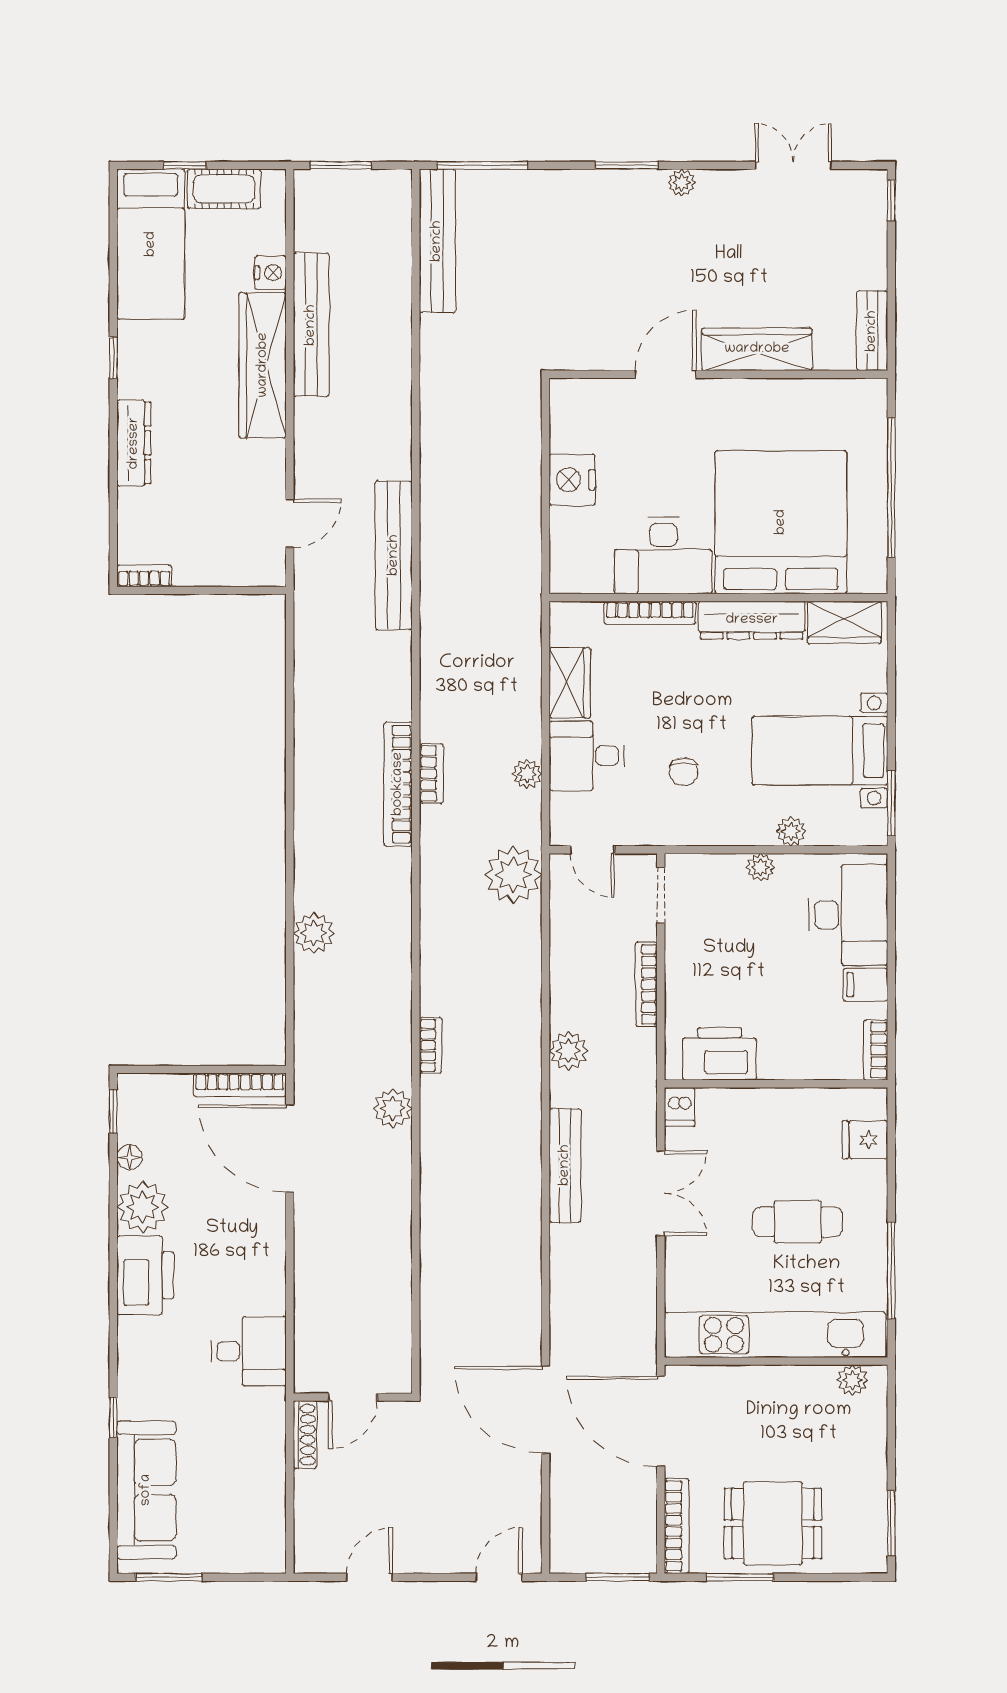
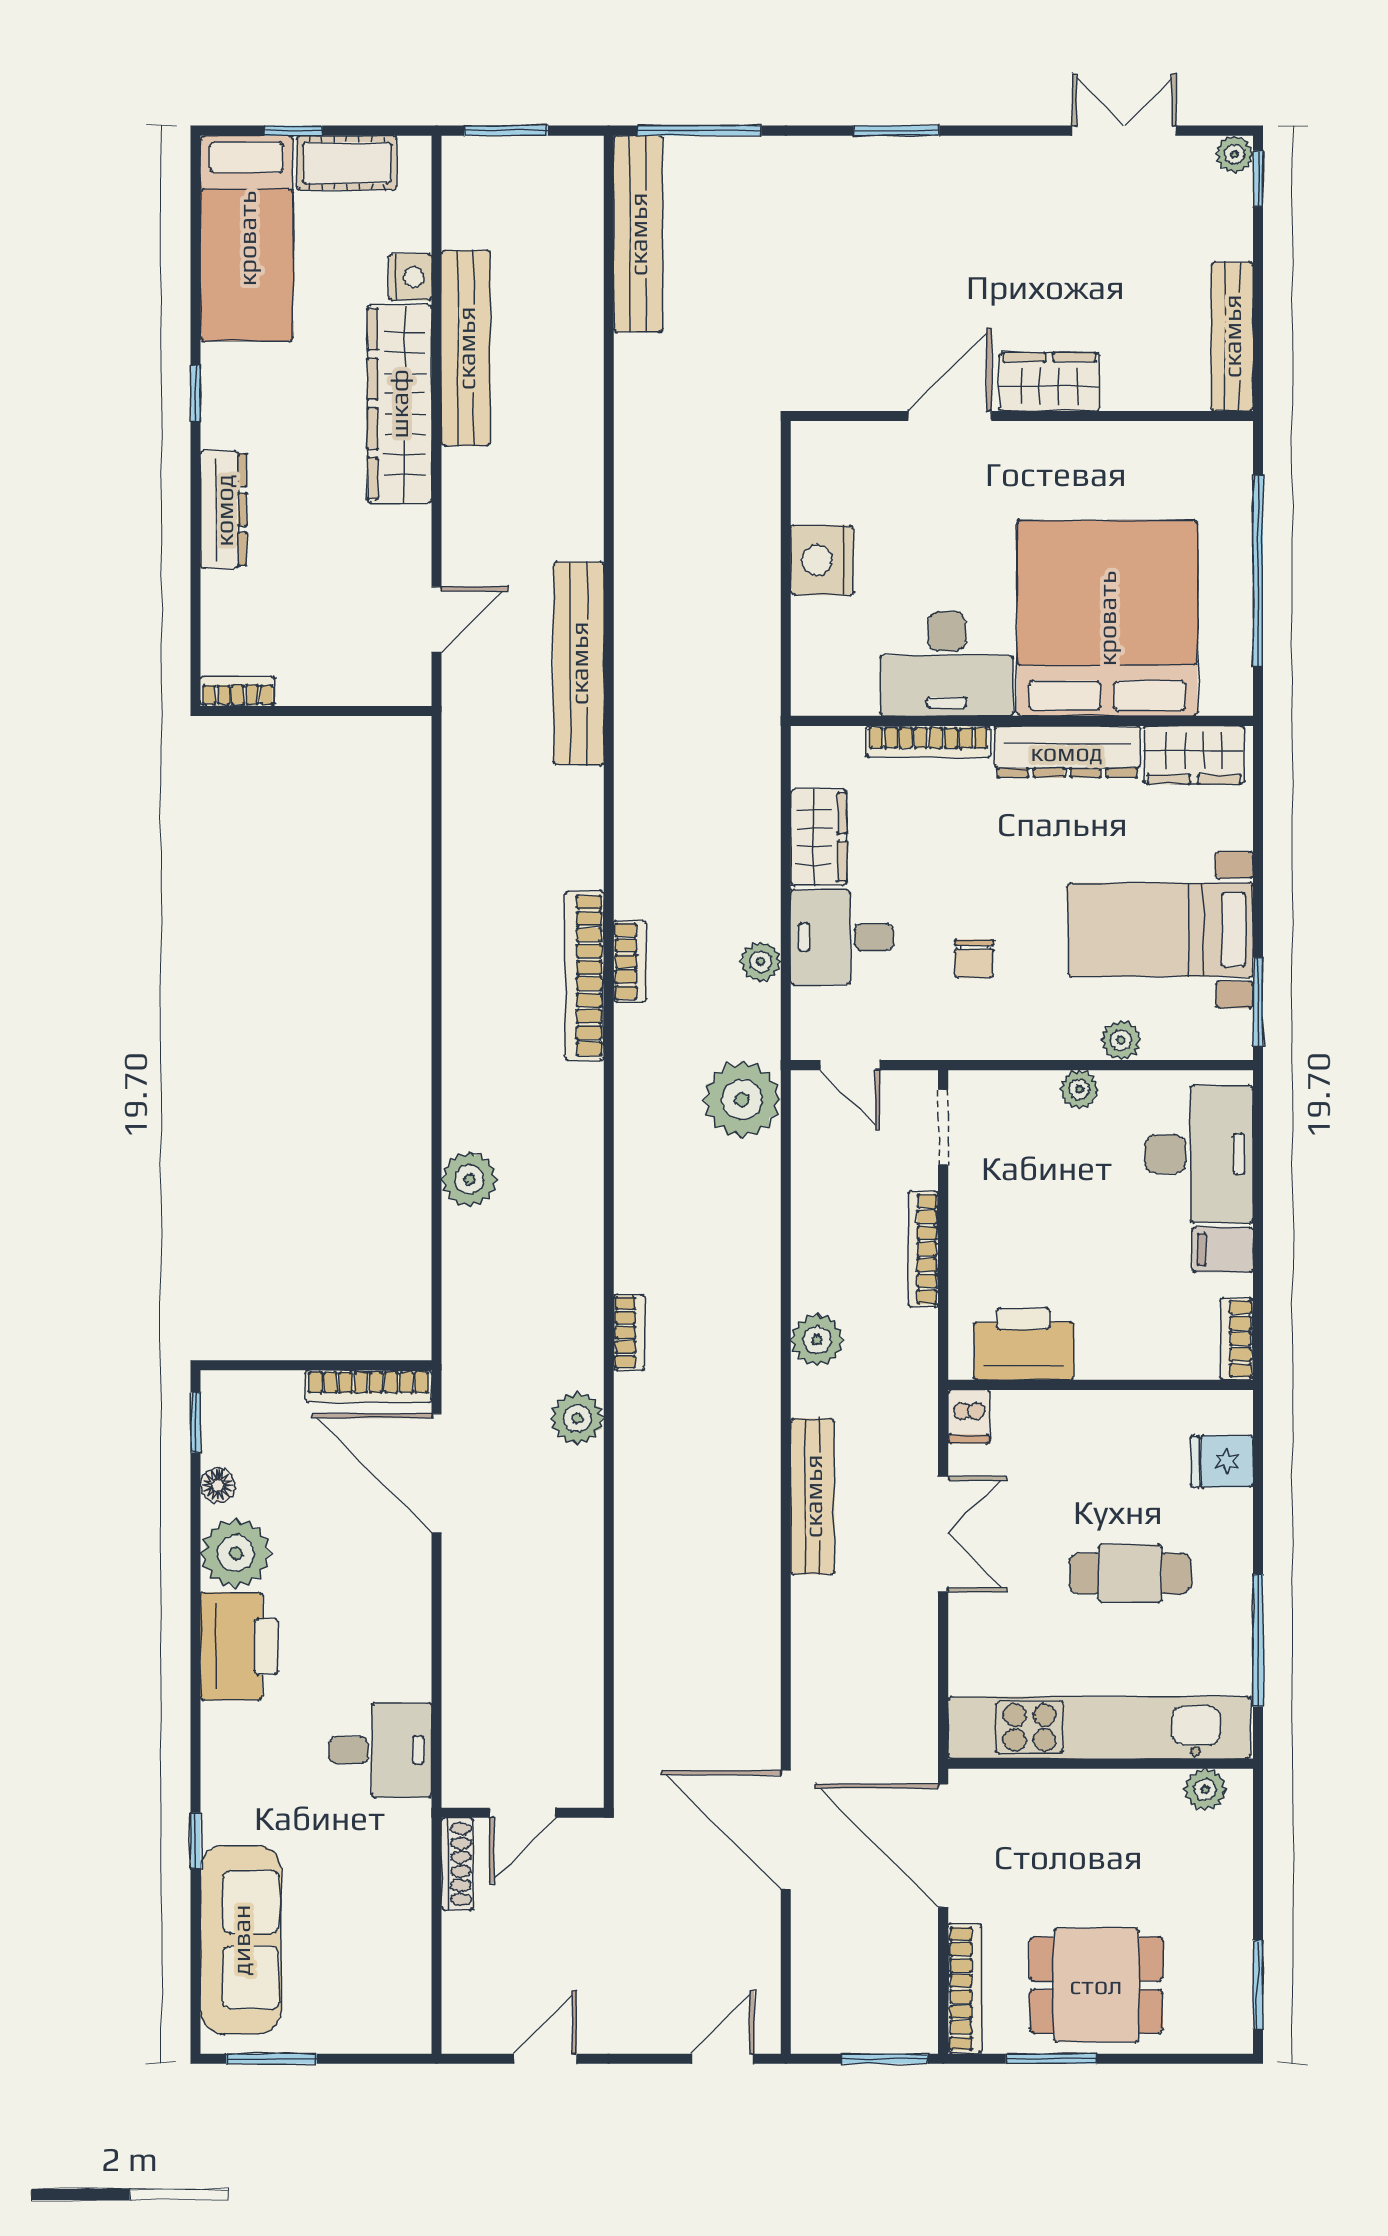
plant: (682, 183) -> (1234, 154), moved
bench: (872, 331) -> (1232, 336), width x1.36
wardrobe: (757, 349) -> (1049, 382), width x0.67

